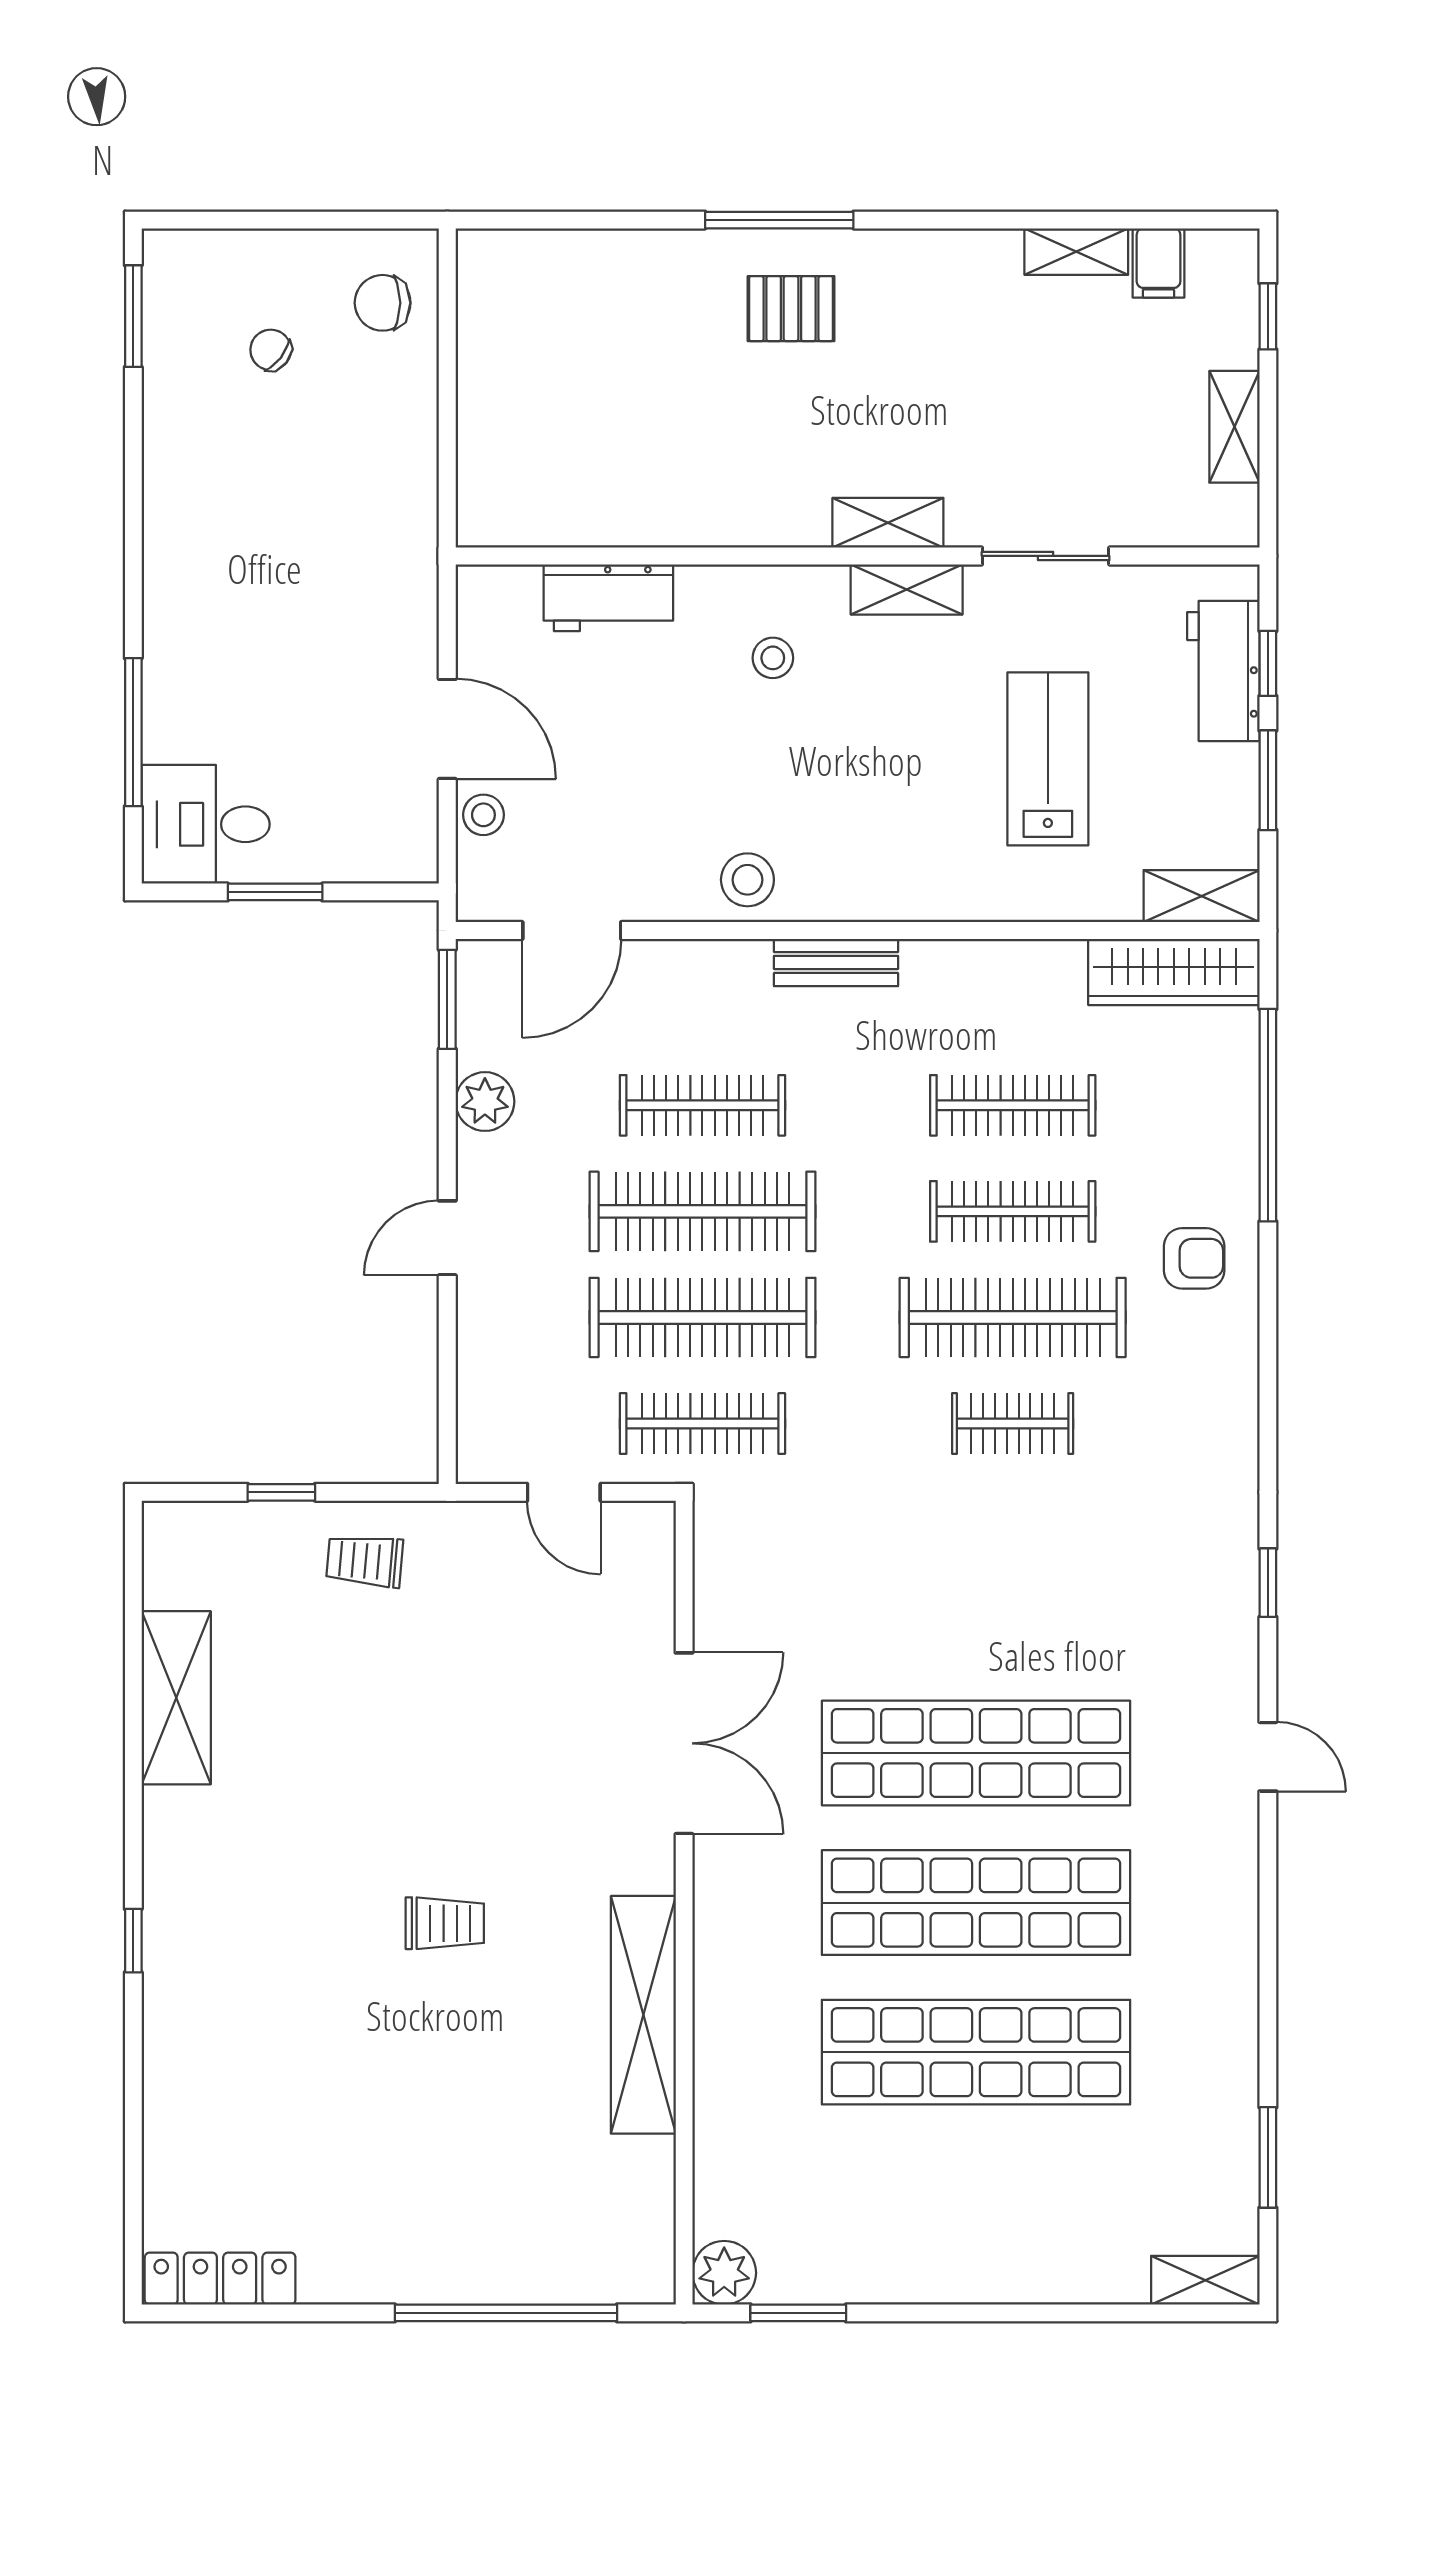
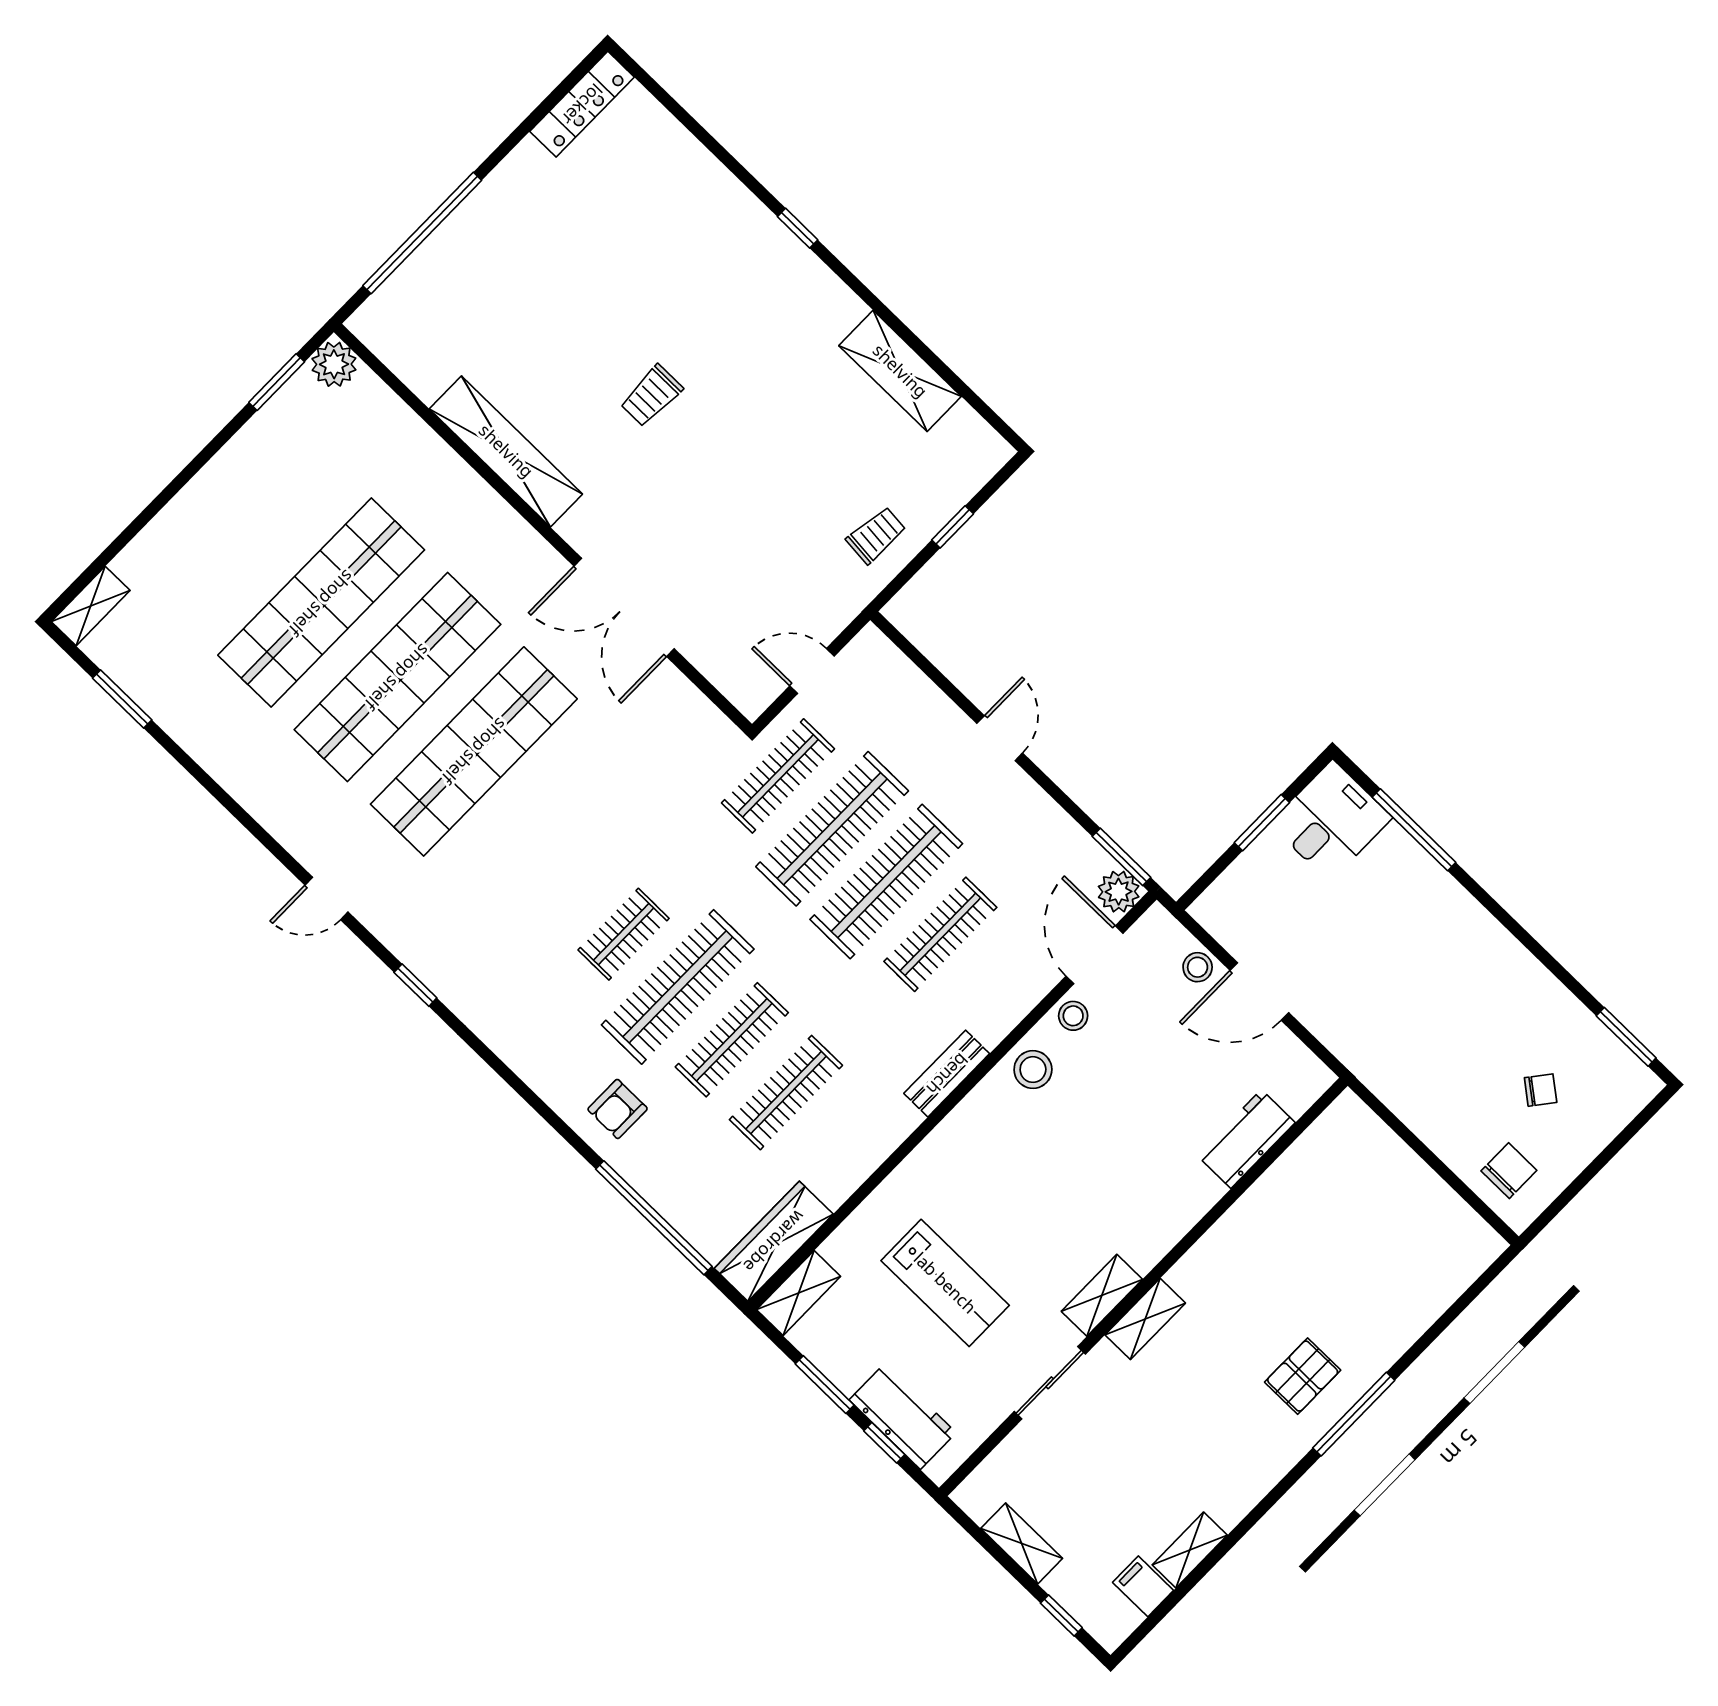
stool: (773, 658) -> (1073, 1016), moved
plant: (485, 1102) -> (1119, 892), moved

